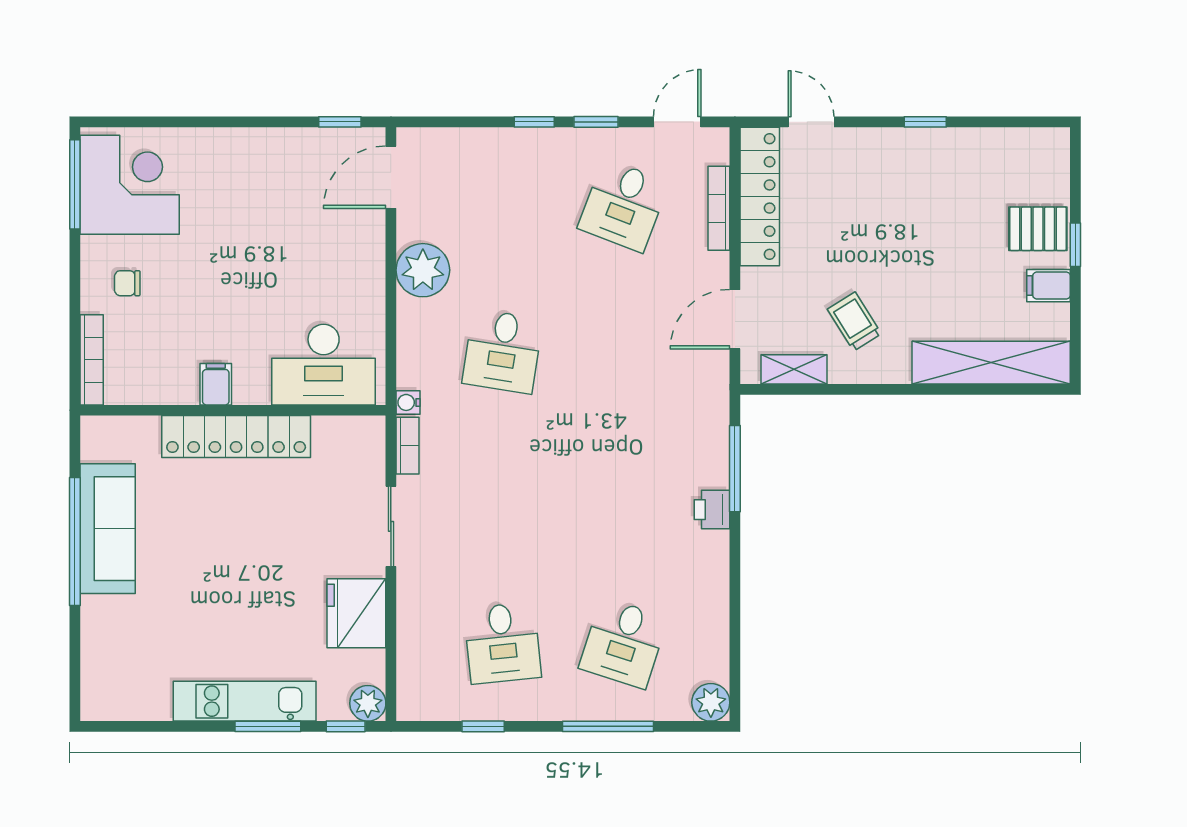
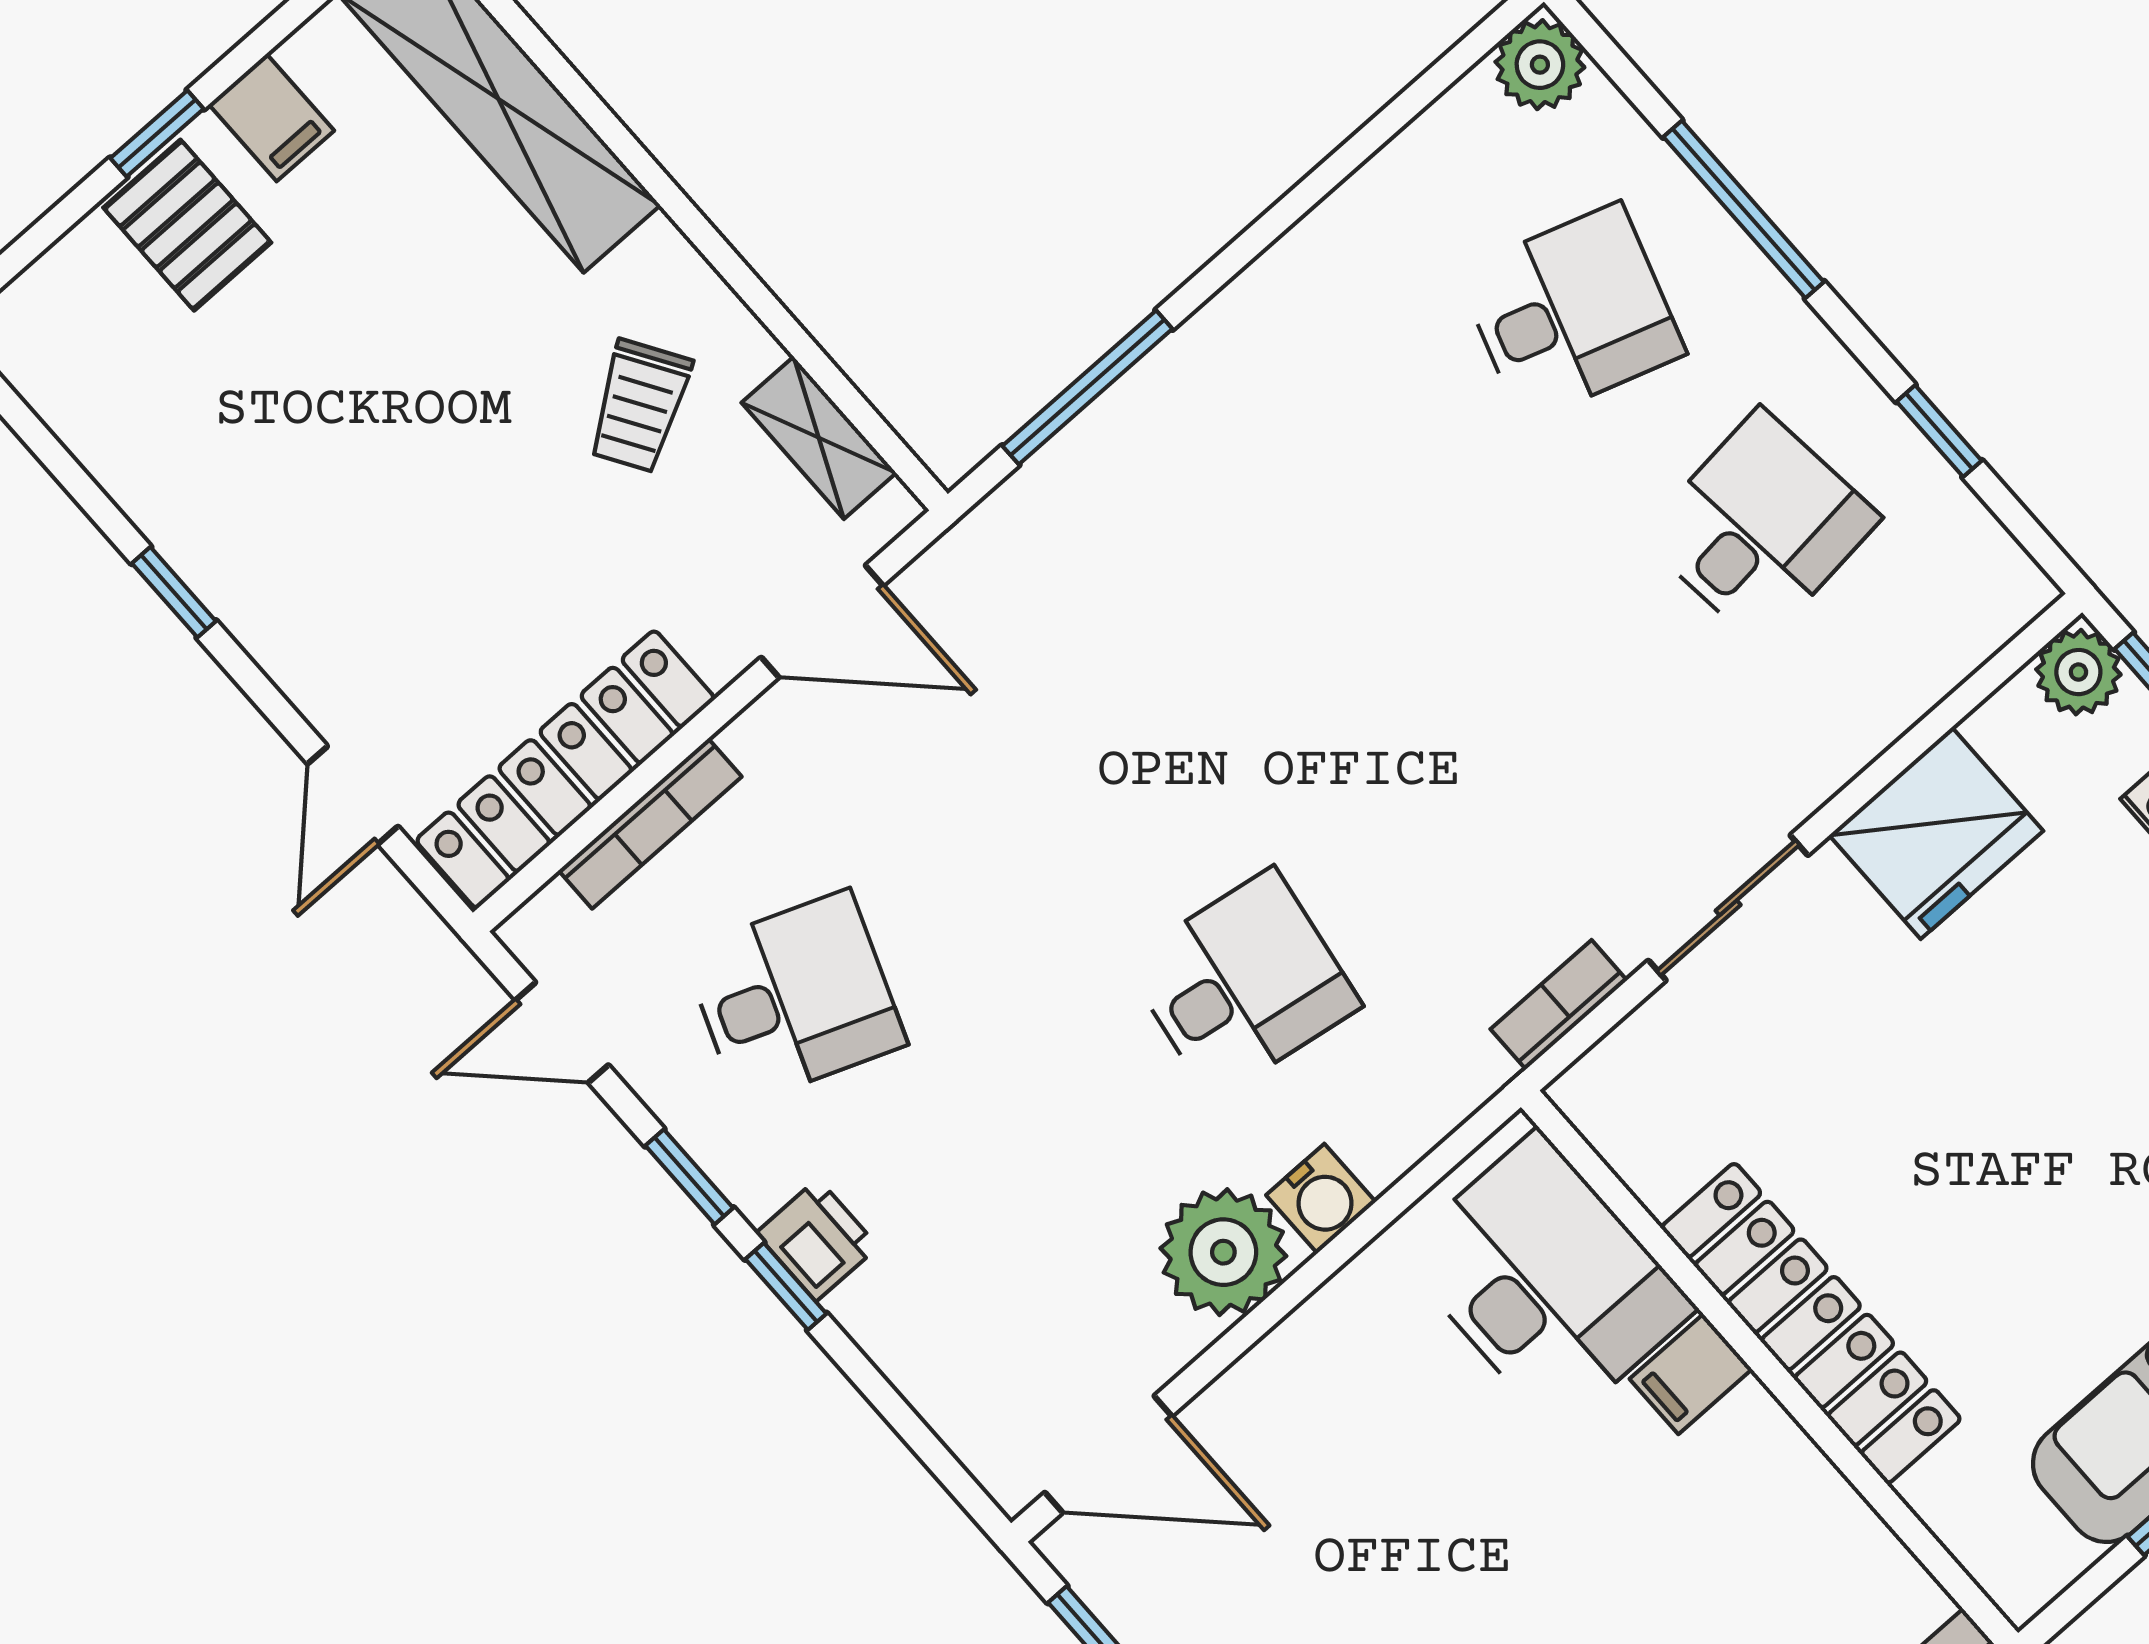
filing cabinet: (216, 384) -> (1691, 1374), moved
water cooler: (408, 402) -> (1321, 1199), moved, width x1.38, depth x1.38
printer: (712, 510) -> (817, 1240), moved, turned -90

